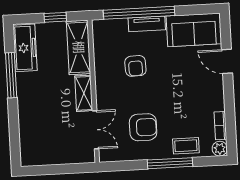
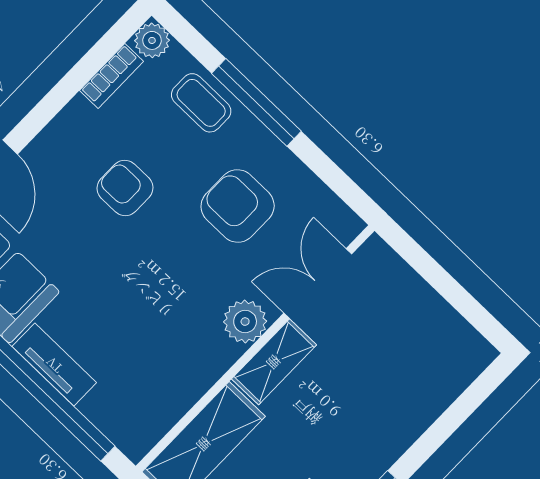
armchair: (135, 66) -> (125, 188), moved, turned -88
plant: (105, 96) -> (245, 322), added

